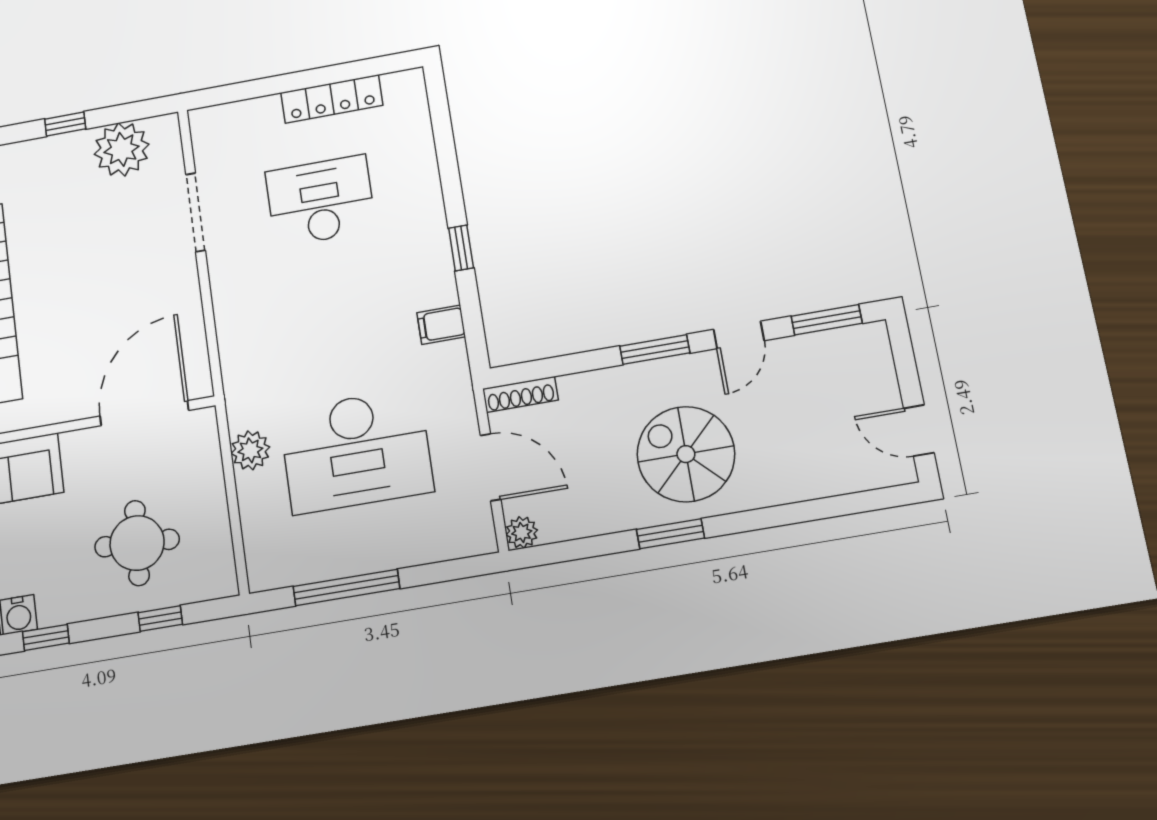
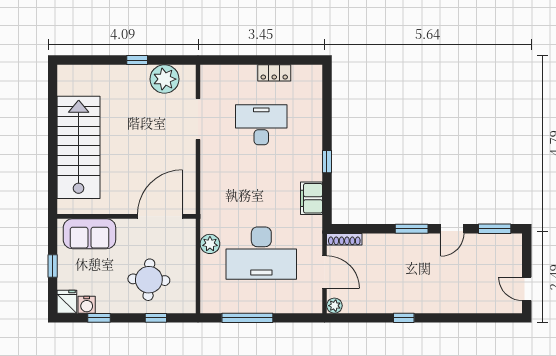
locker: (332, 99) -> (274, 73), width x0.66
filing cabinet: (441, 325) -> (311, 198), width x2.00
spiral stairs: (686, 454) -> (417, 282), removed
window: (670, 534) -> (404, 318), width x0.67

